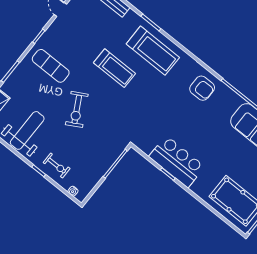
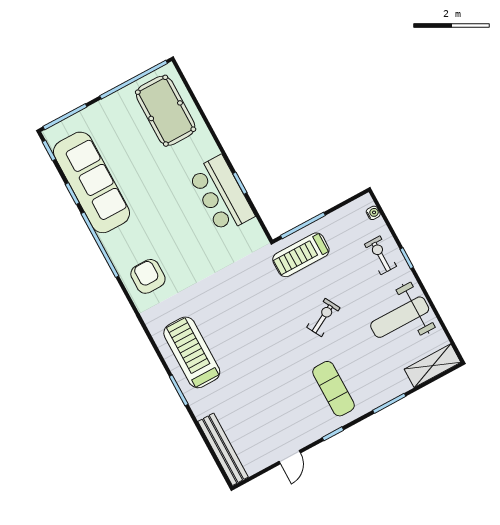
treadmill: (114, 68) -> (301, 255), moved, turned -90
exercise bike: (77, 109) -> (323, 317), width x0.73, depth x0.72

